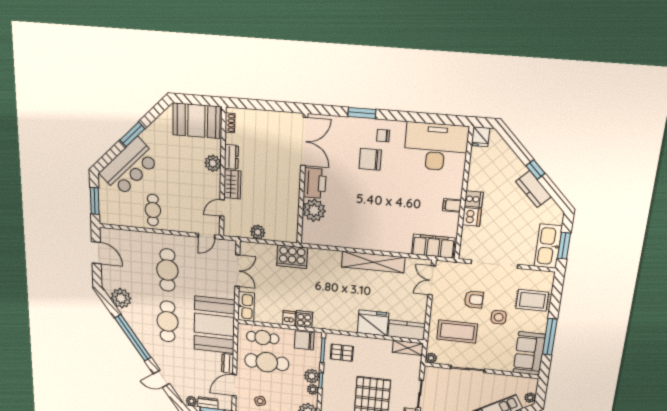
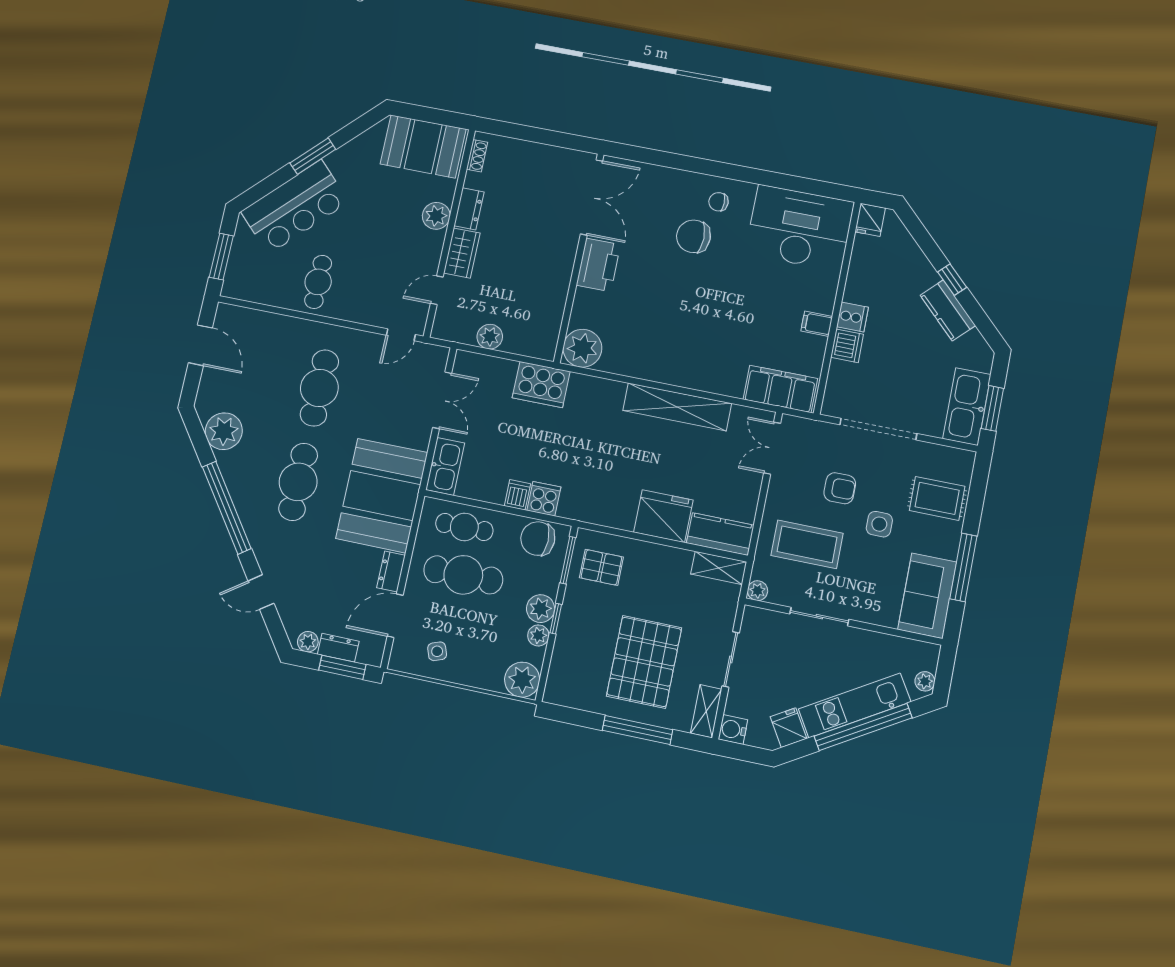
window: (362, 113) -> (689, 164), removed
plant: (314, 210) -> (582, 348), moved

